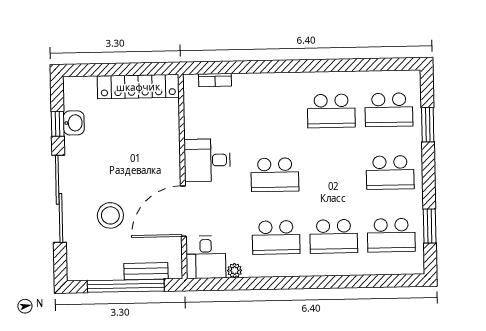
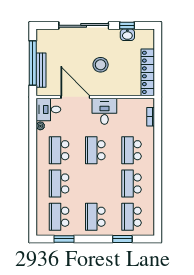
school desk: (274, 112) -> (131, 150), added
stool: (110, 215) -> (101, 65), moved
bench: (146, 271) -> (41, 70), width x1.36

